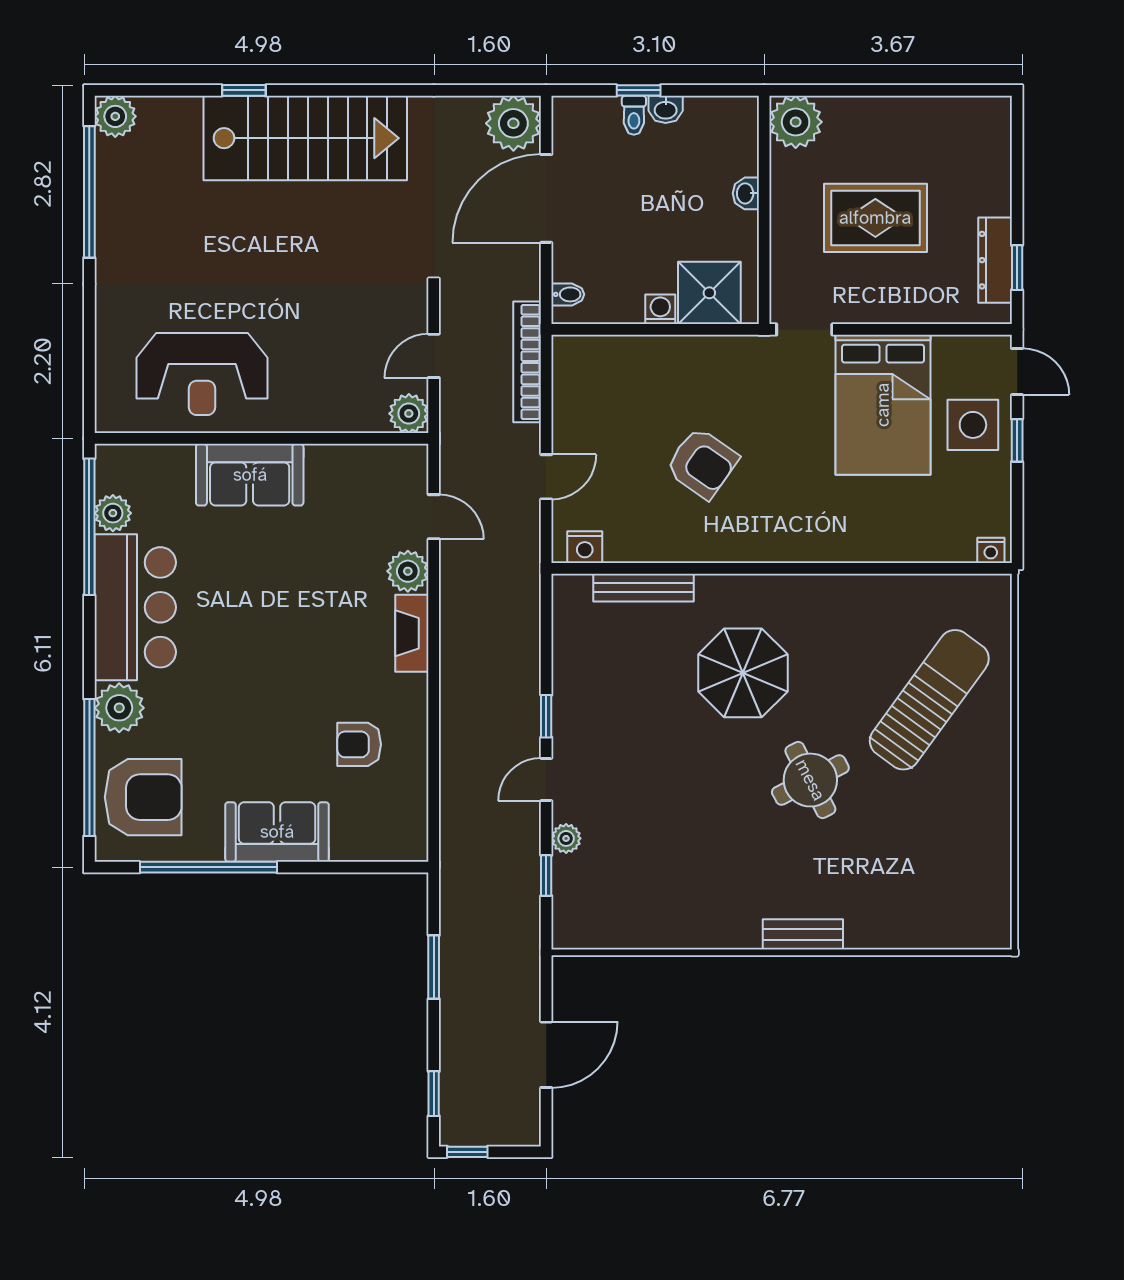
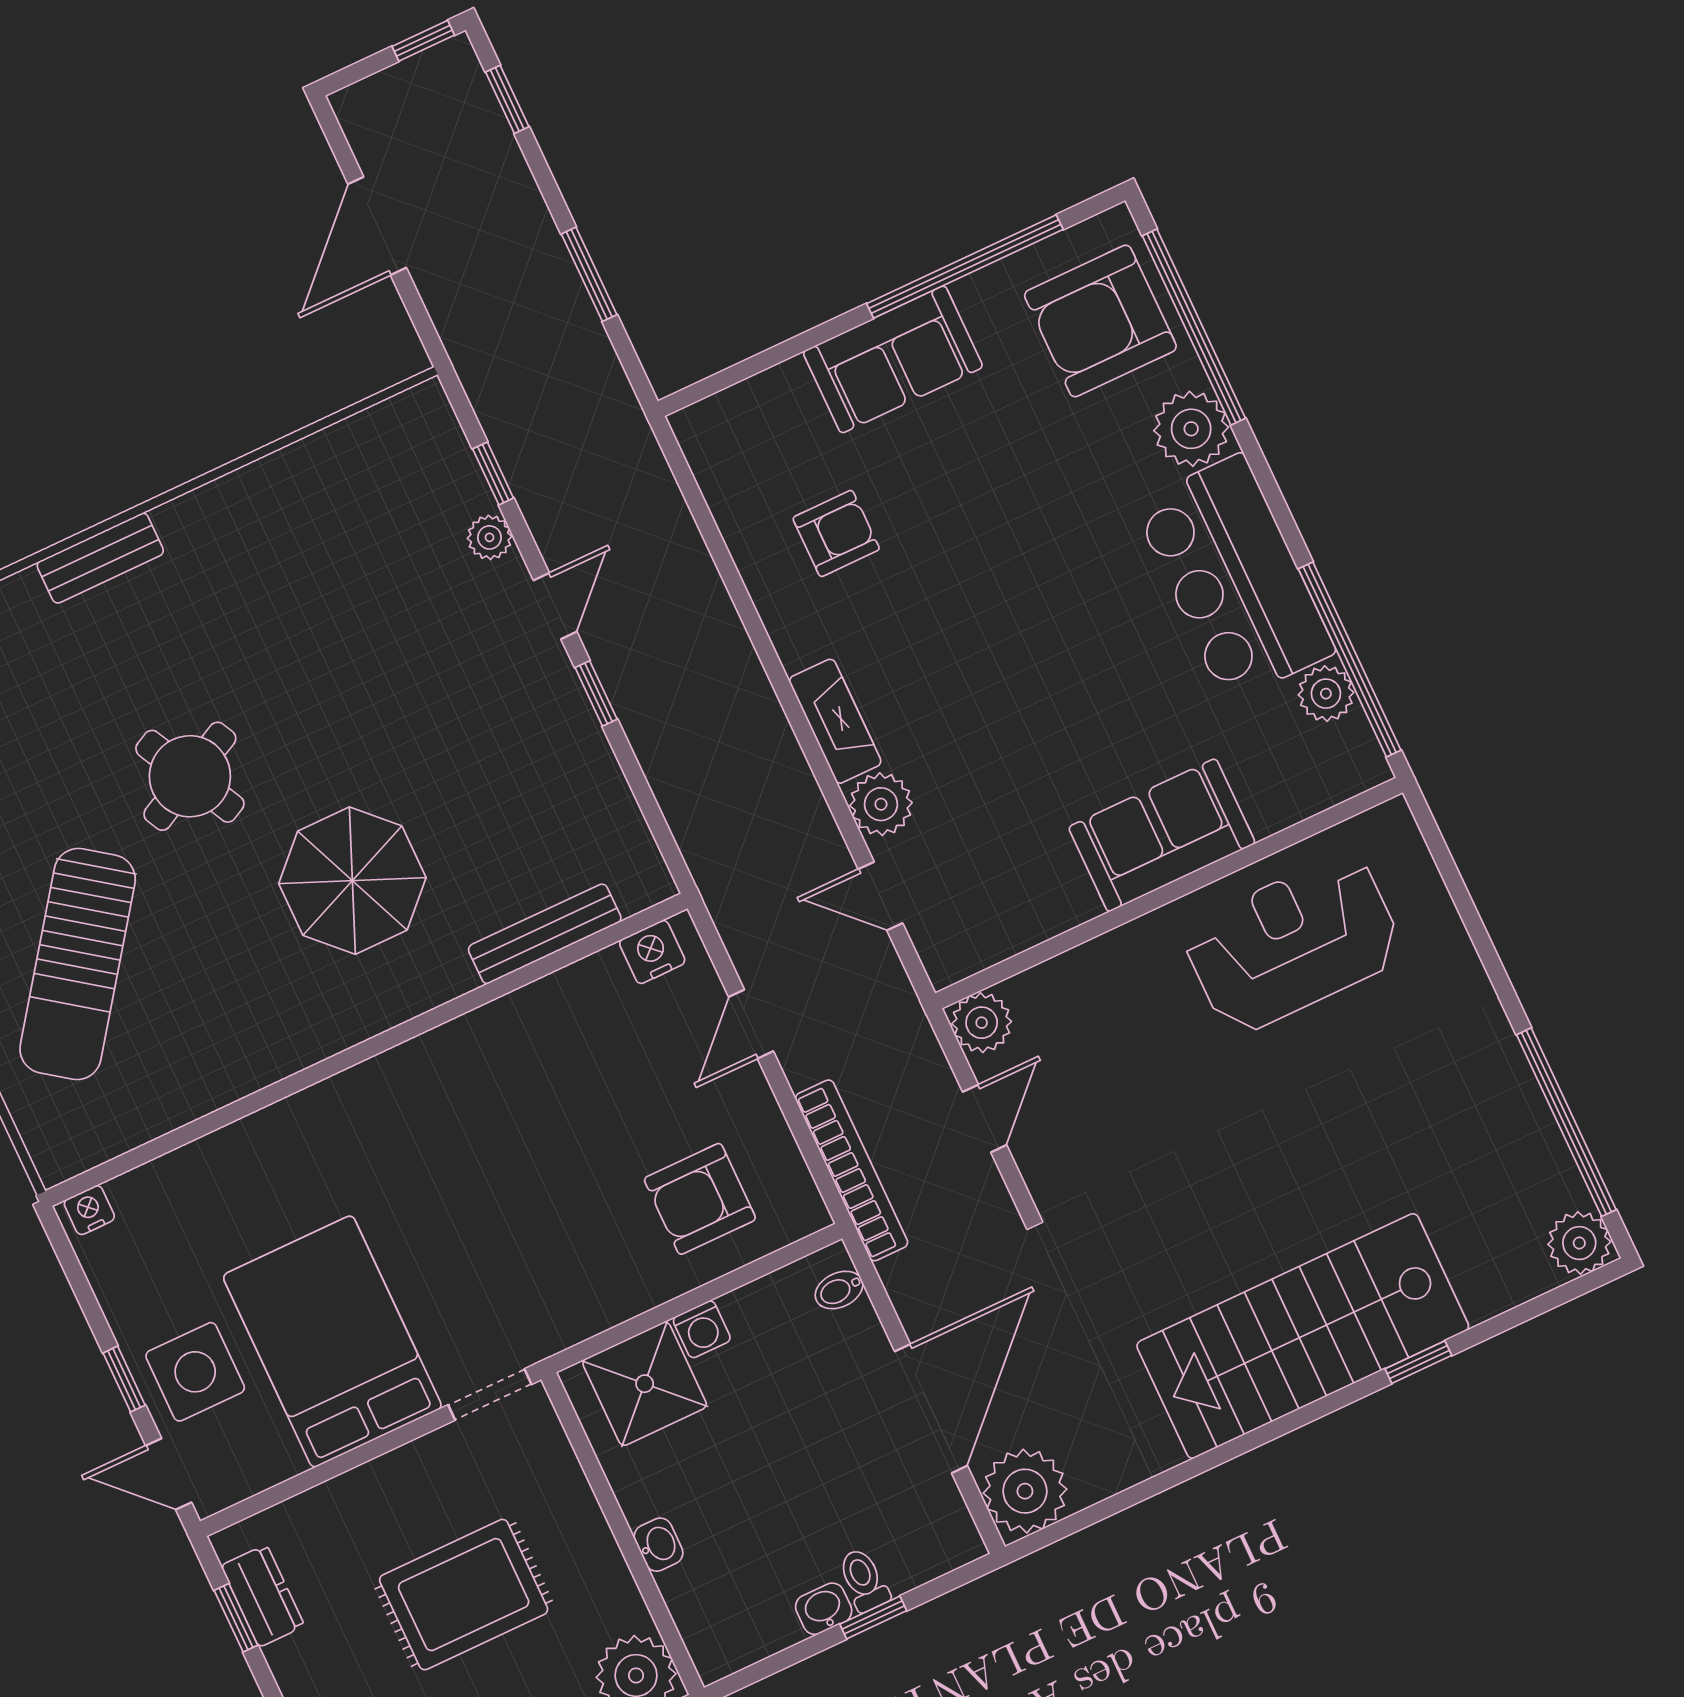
dresser: (995, 260) -> (263, 1596), width x0.70
armchair: (702, 463) -> (700, 1199), moved, turned -35

